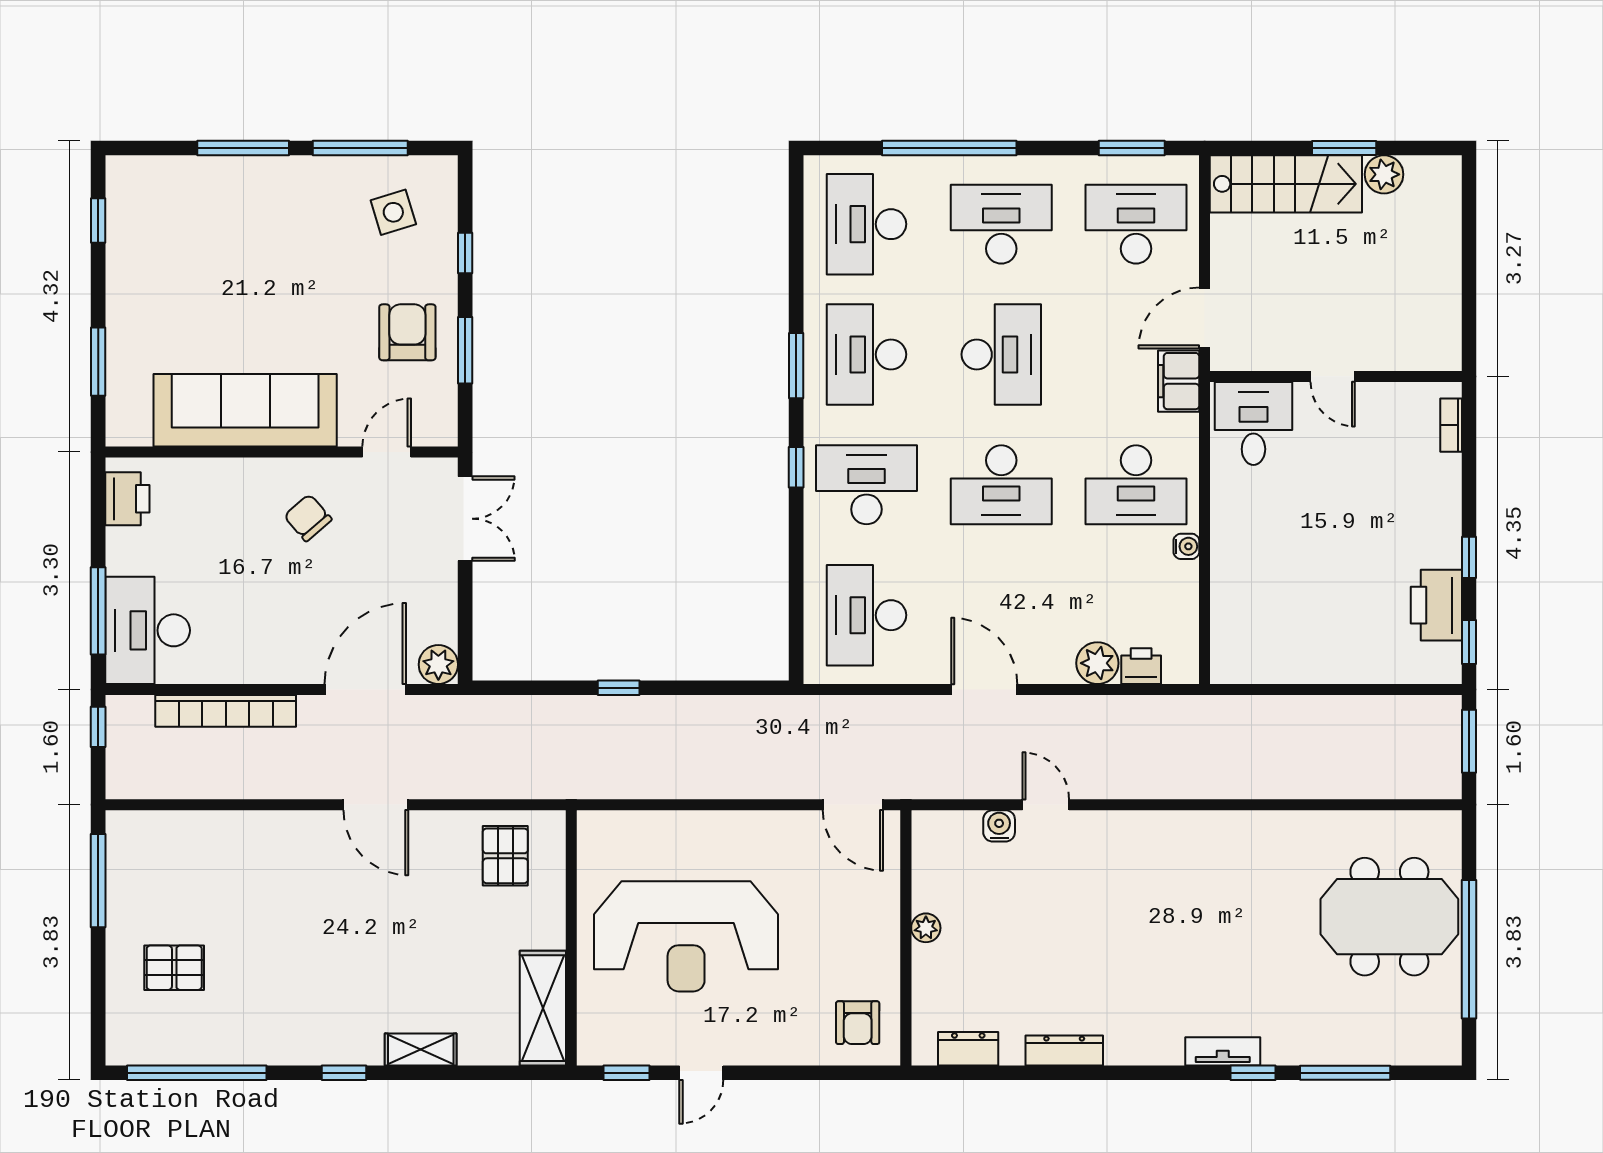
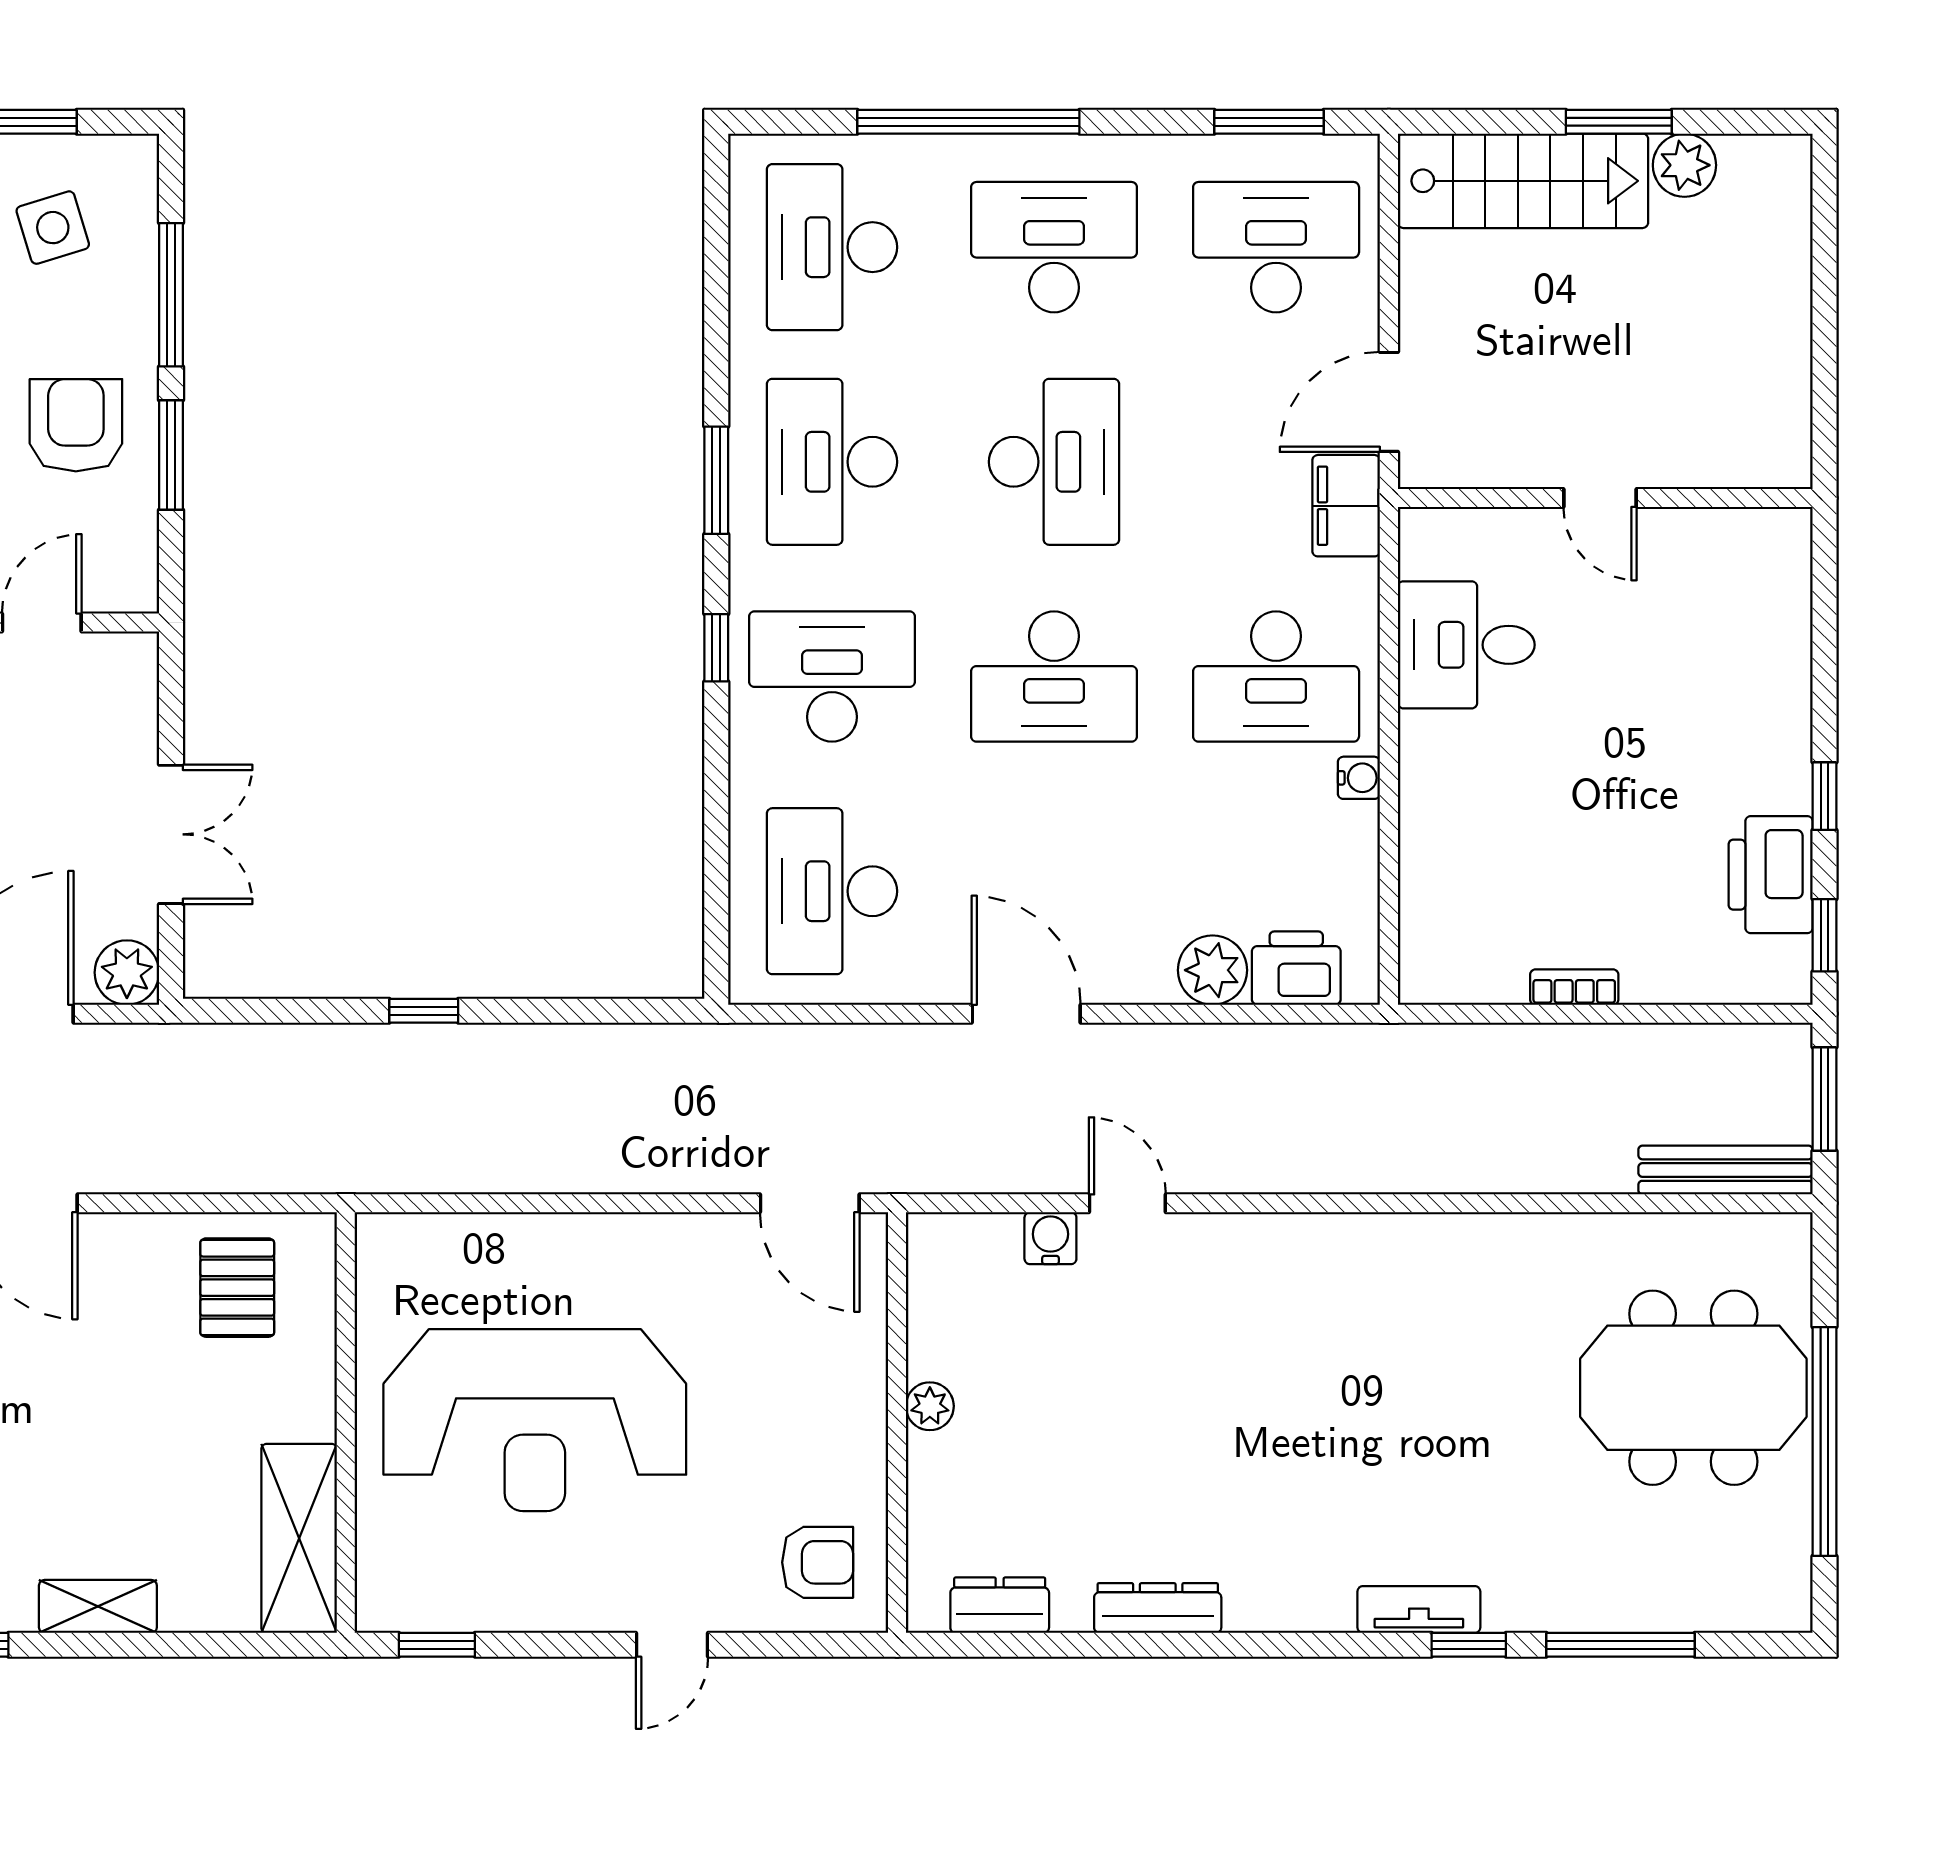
window: (465, 253) -> (171, 295), width x2.17
desk: (1253, 423) -> (1466, 645), moved, turned -90
bookcase: (1451, 425) -> (1574, 987), moved, turned 90
double door: (465, 519) -> (171, 834), moved
printer: (1141, 666) -> (1296, 968), width x1.36, depth x1.24
bench: (1409, 784) -> (1725, 1170), added
armchair: (858, 1023) -> (818, 1562), turned -90
door: (701, 1073) -> (672, 1645), moved

